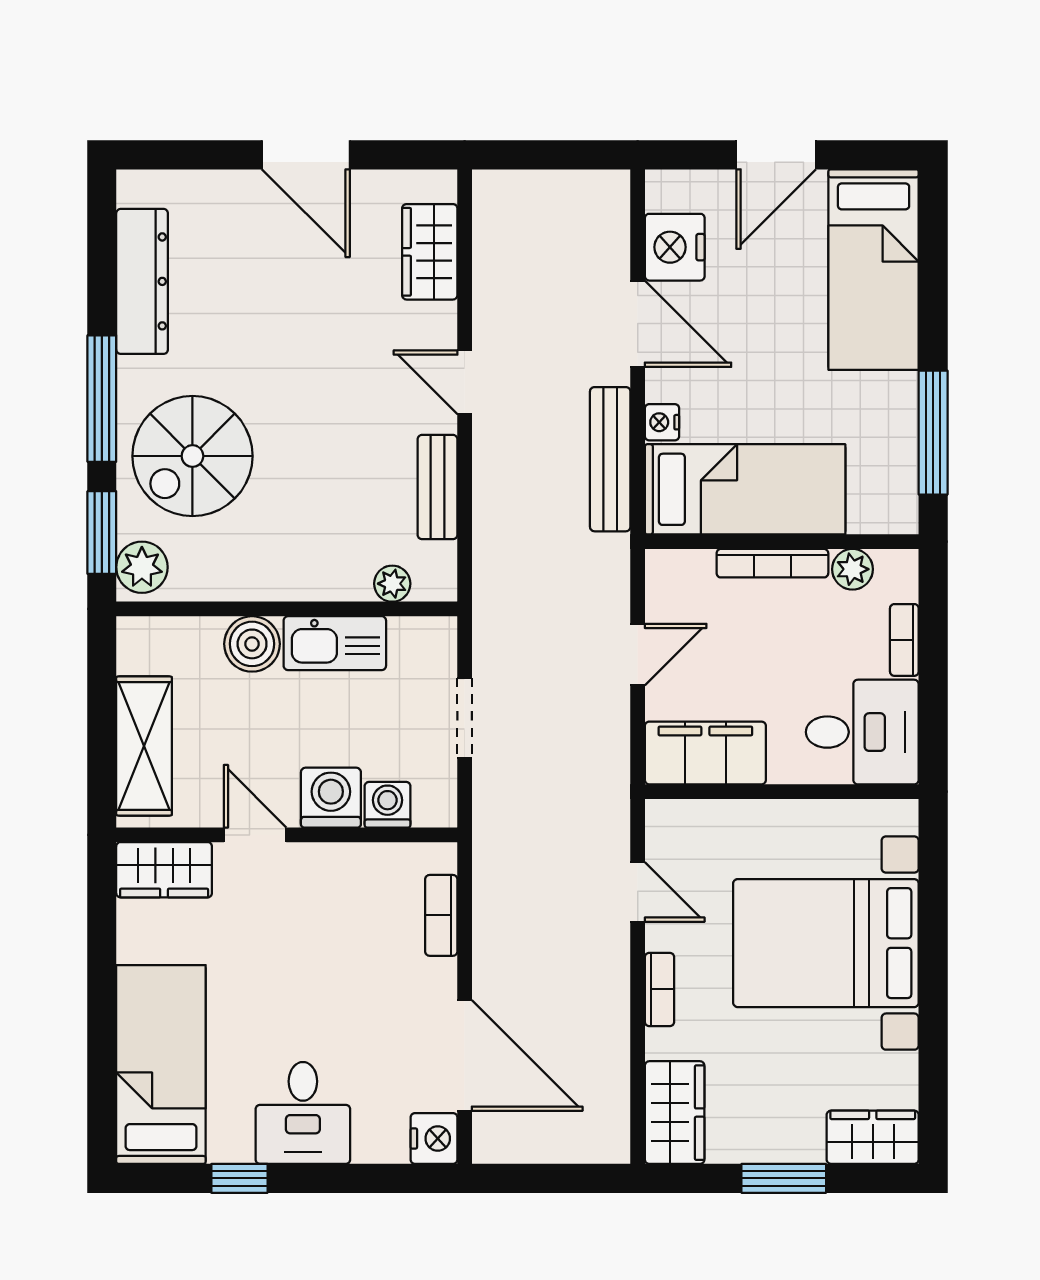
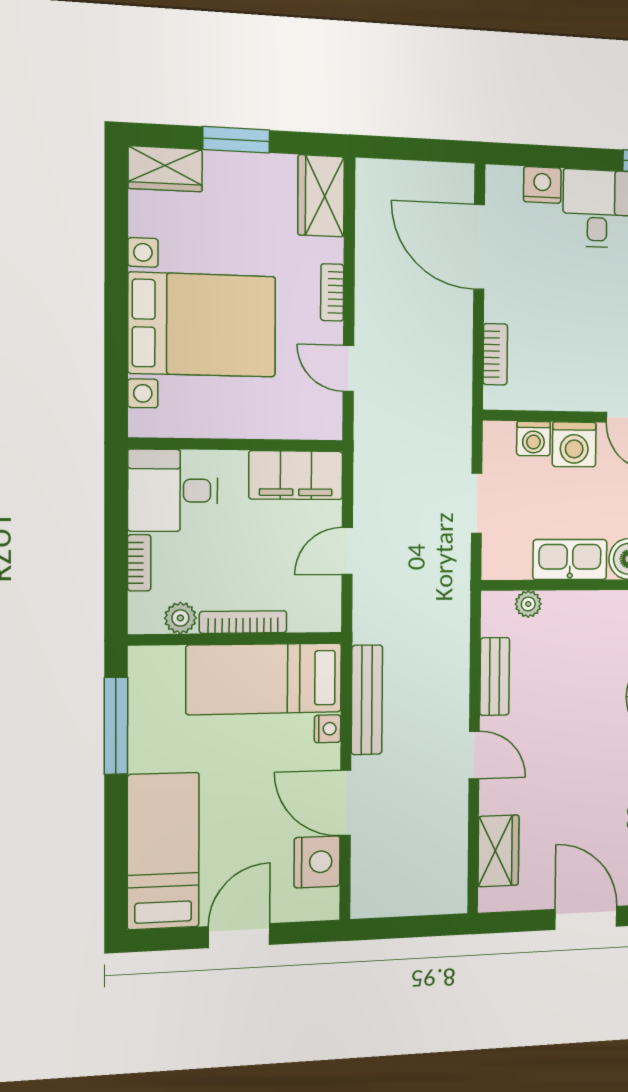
nightstand: (434, 1138) -> (542, 185), moved, turned 90

